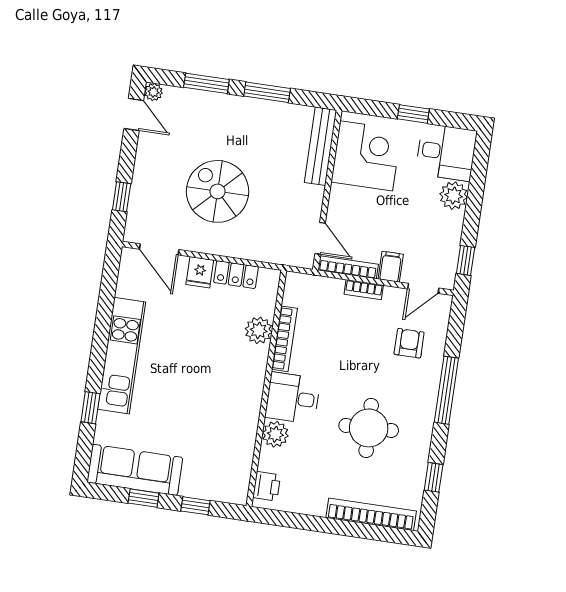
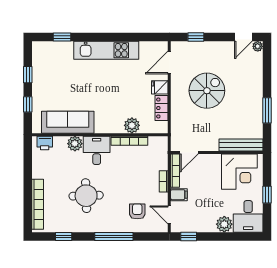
window: (206, 83) -> (267, 75), removed
armchair: (409, 343) -> (137, 211), turned -90
window: (90, 408) -> (62, 37), moved
sofa: (135, 470) -> (68, 122), moved, turned -90

